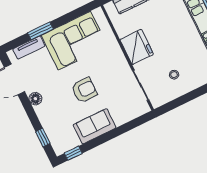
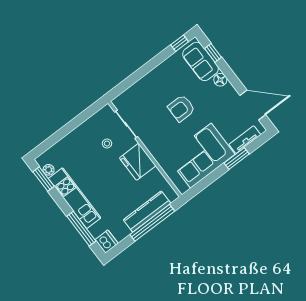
stool: (174, 75) -> (107, 144), moved
floor lamp: (35, 99) -> (220, 80), moved
sofa: (95, 126) -> (201, 61), moved, turned 90

